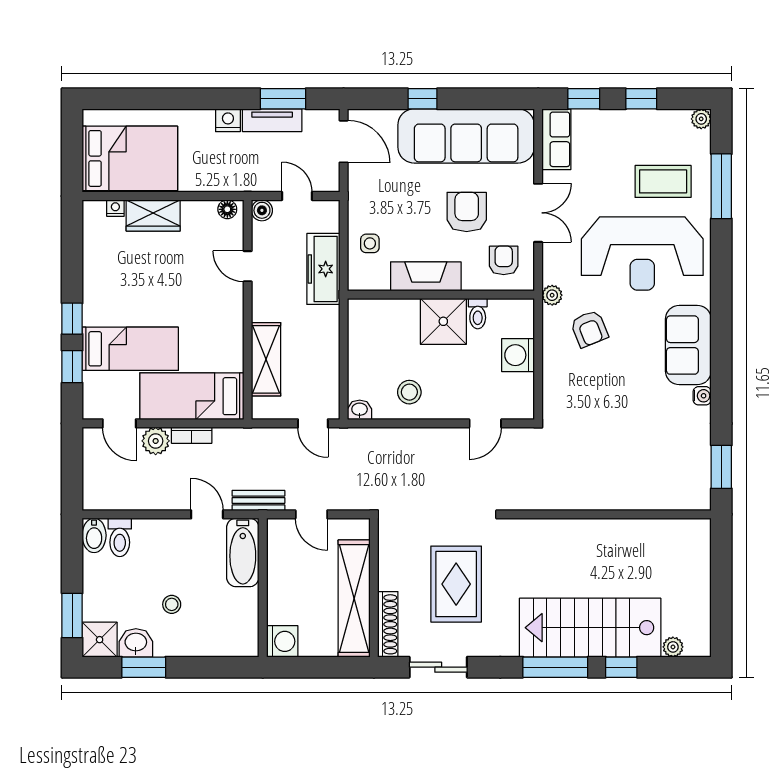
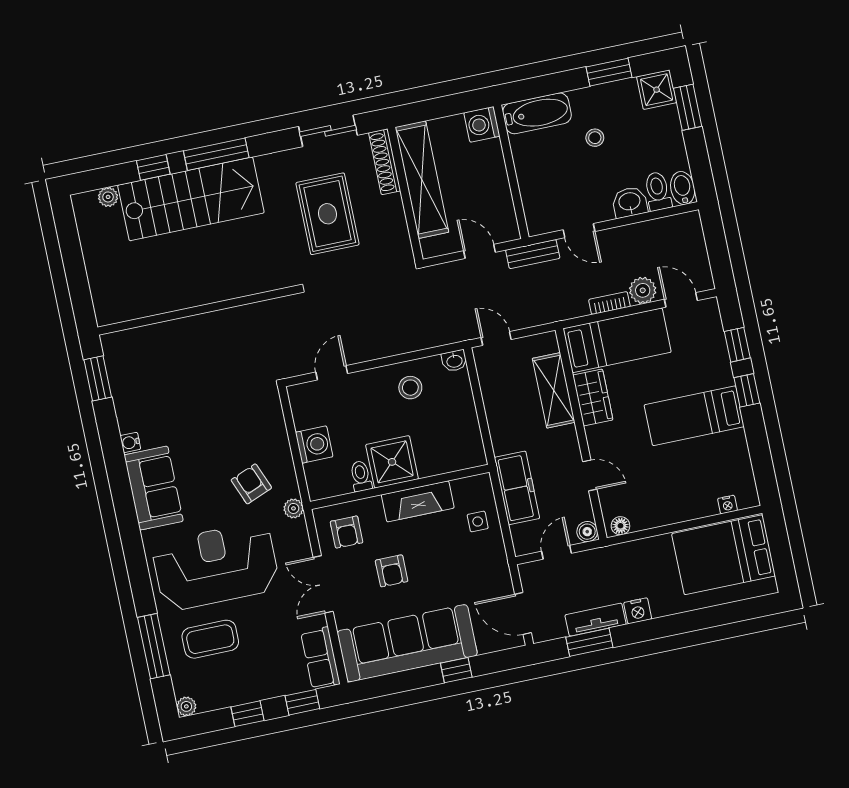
door: (297, 196) -> (557, 552), swing flipped
armchair: (467, 212) -> (392, 571), width x0.72, depth x0.72
wardrobe: (153, 215) -> (593, 397), moved, turned 90
bed: (130, 349) -> (694, 416), moved
bathtub: (243, 552) -> (537, 113), moved, turned 90
washbasin: (136, 643) -> (630, 202), moved, turned 180

